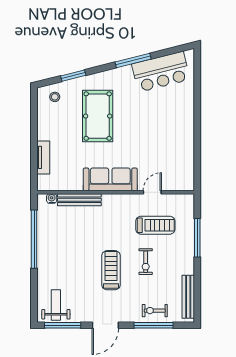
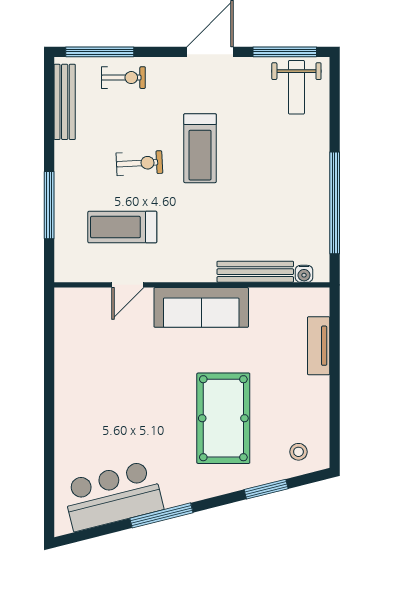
exercise bike: (146, 262) -> (139, 163), turned 87
window: (154, 325) -> (100, 52), moved

